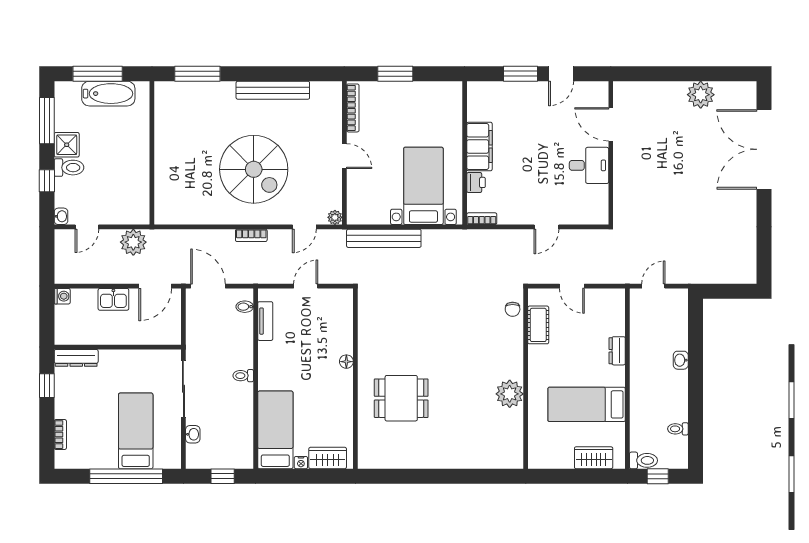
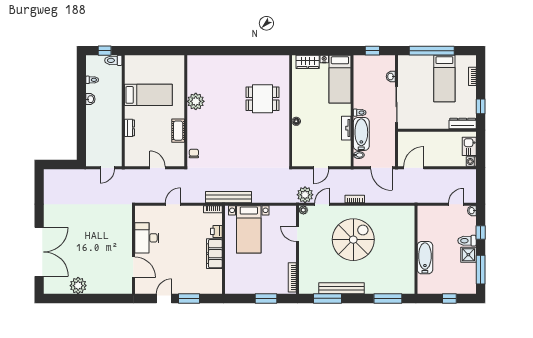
window: (98, 74) -> (449, 298), width x0.46
window: (296, 74) -> (327, 298), added
bathtub: (108, 94) -> (425, 258), moved, turned 90
door: (344, 156) -> (297, 234), moved
desk: (589, 165) -> (147, 238), width x1.37
spiral stairs: (254, 169) -> (353, 240), turned 90
bench: (384, 238) -> (228, 197), moved
plant: (133, 242) -> (305, 195), moved
kitchen sink: (113, 299) -> (469, 146), moved, turned -90
tv unit: (265, 321) -> (346, 128), moved
cot: (538, 325) -> (178, 131), moved
bathtub: (241, 341) -> (361, 134), added
washbasin: (681, 360) -> (90, 99), moved
bed: (136, 431) -> (444, 79), moved
wardrobe: (594, 458) -> (144, 62), removed

